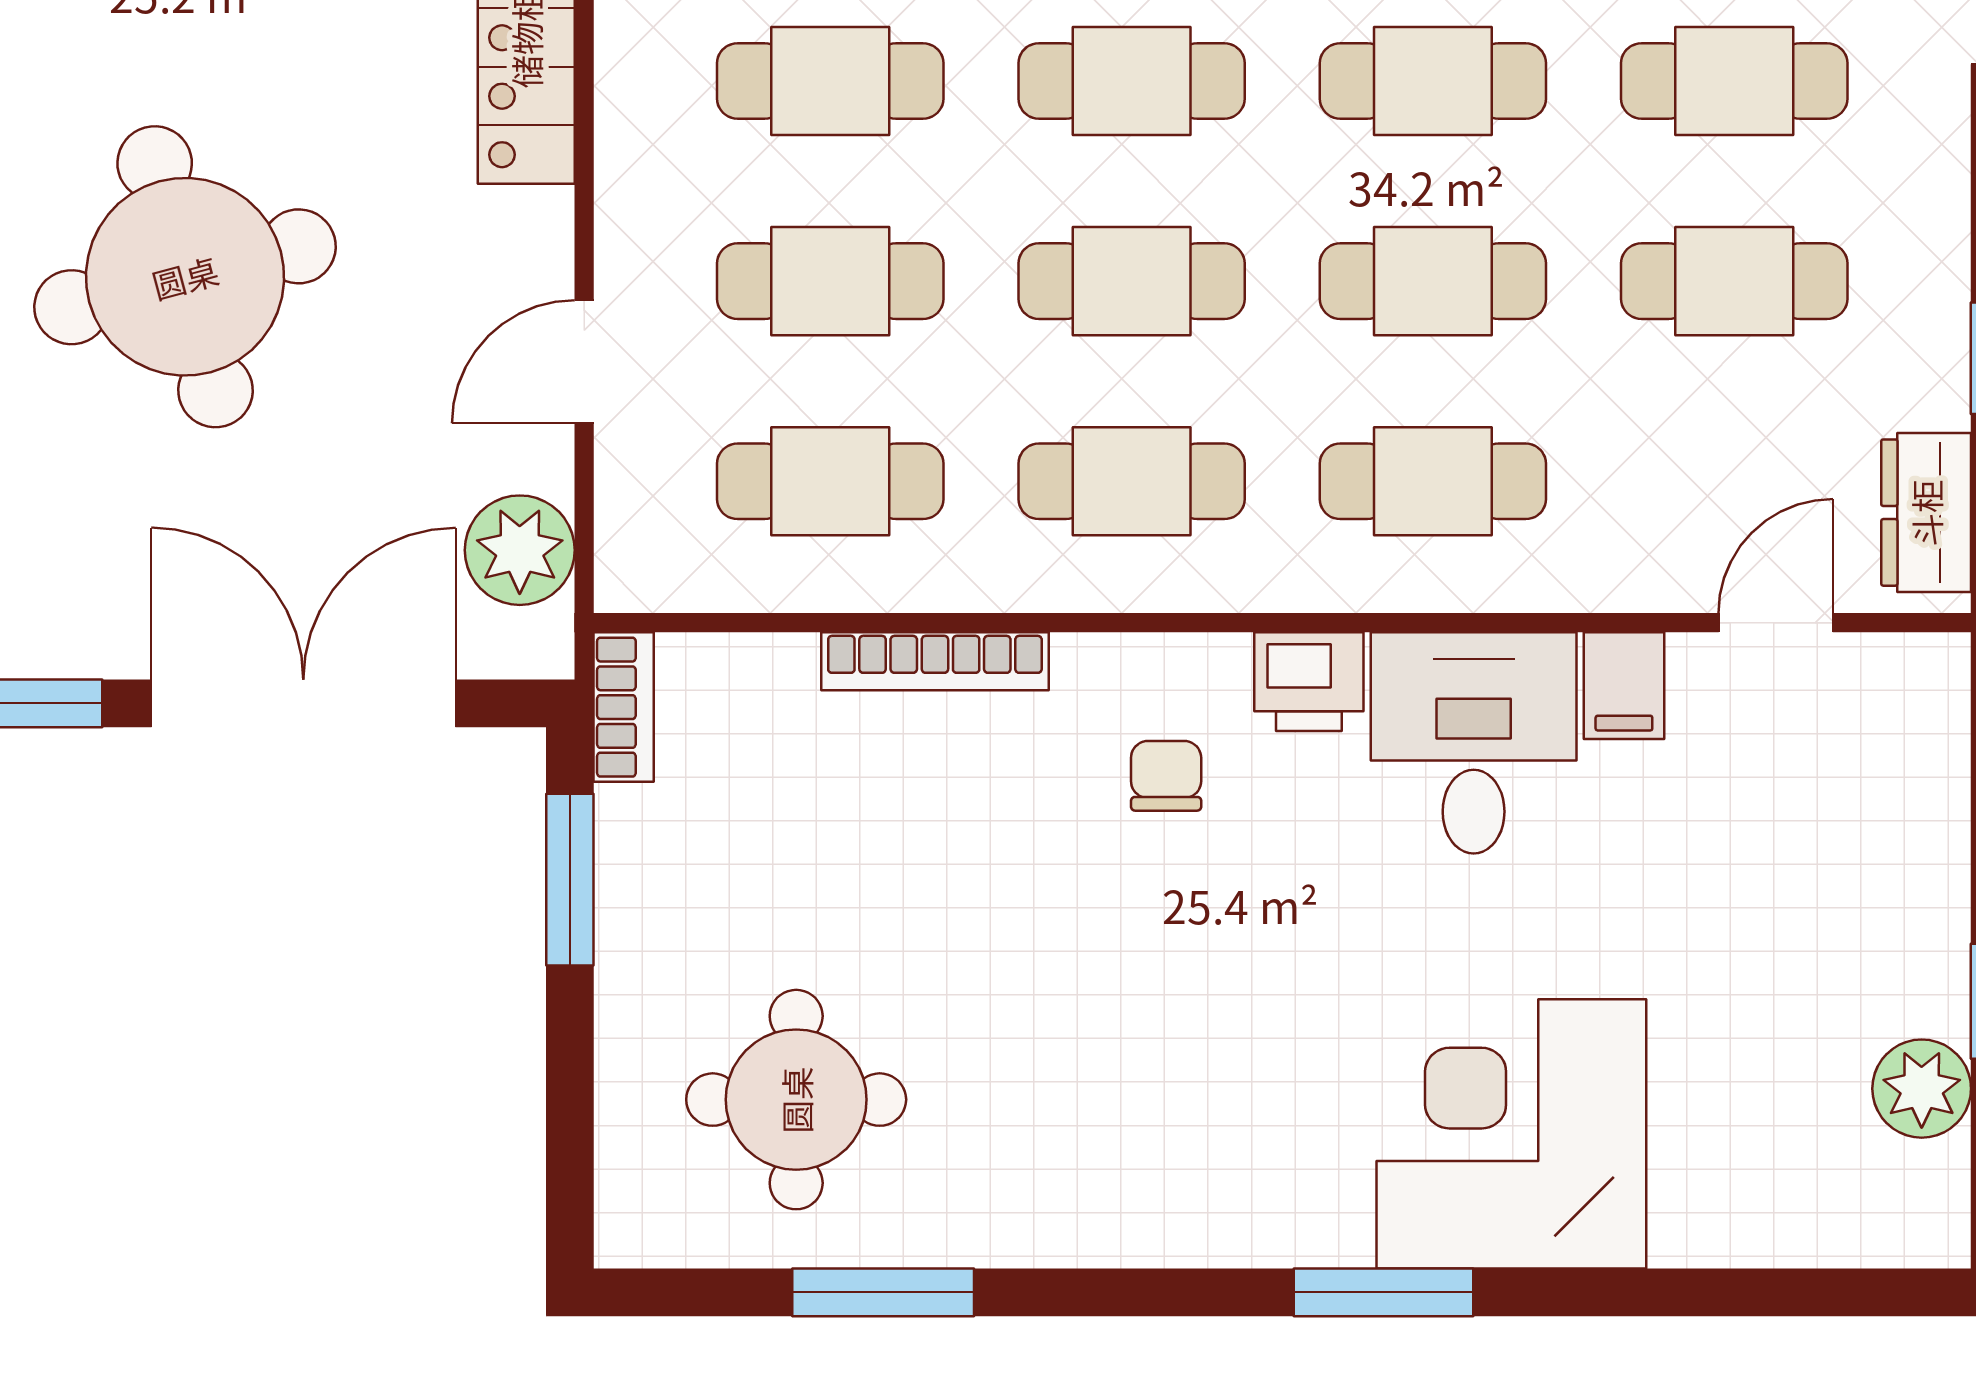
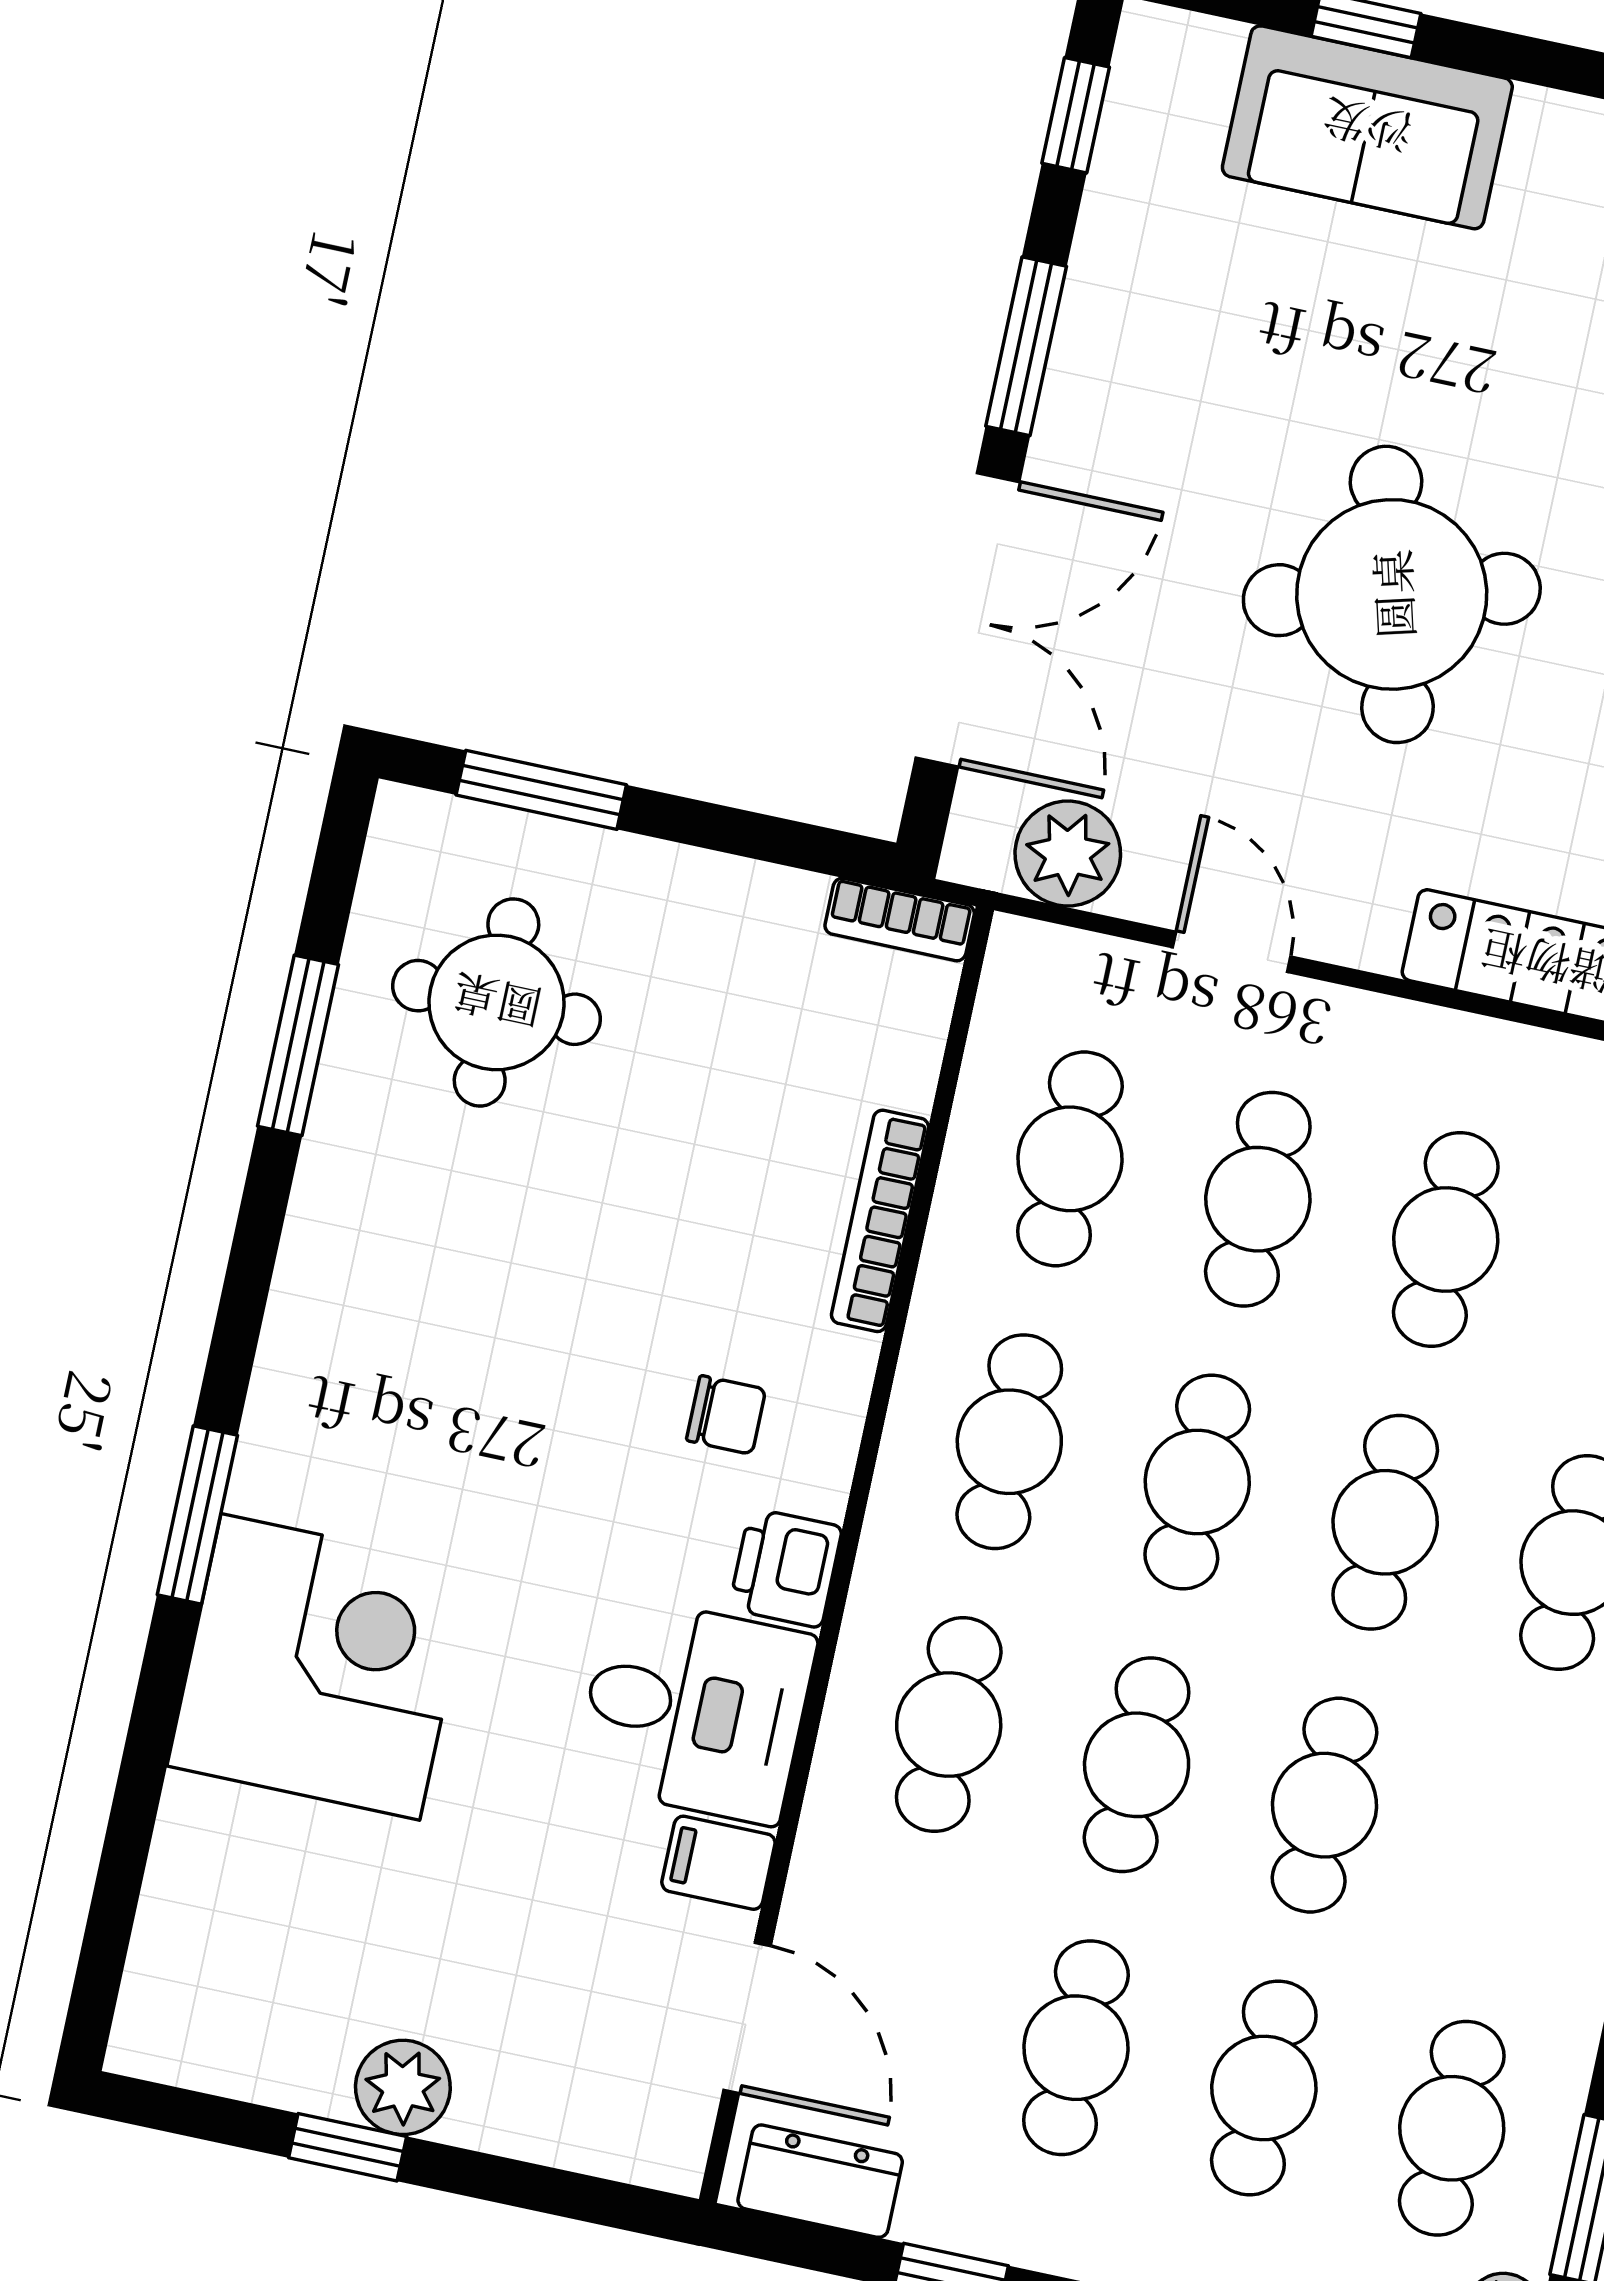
door: (1776, 623) -> (747, 2018), width x1.38
window: (570, 880) -> (541, 790), moved
plant: (1922, 1089) -> (403, 2087), moved

